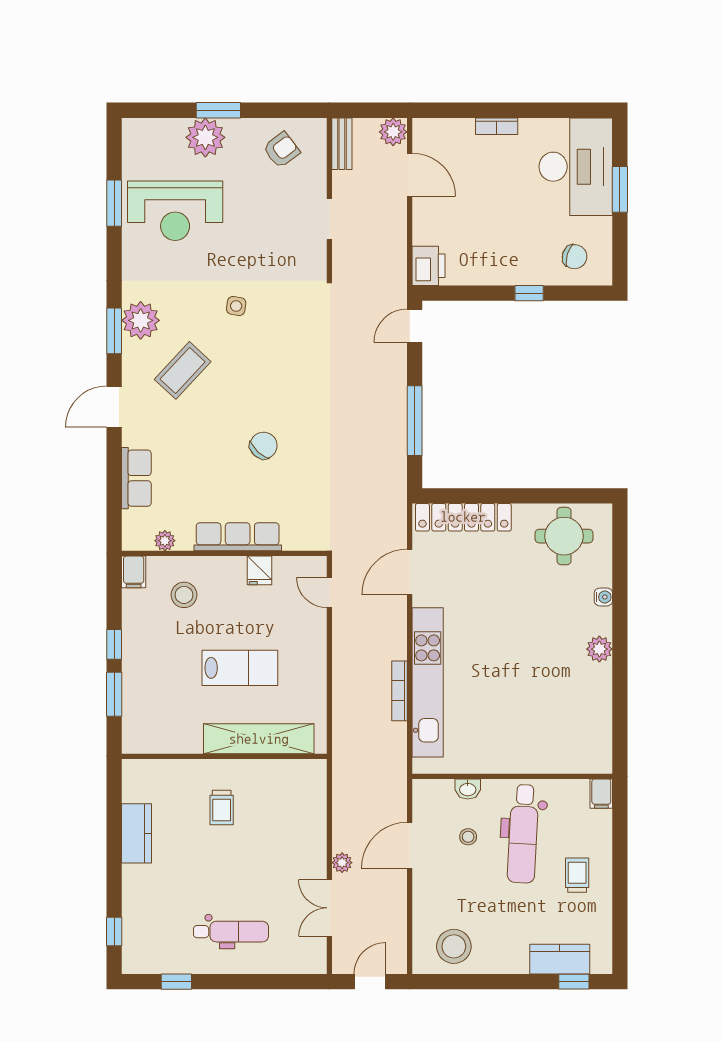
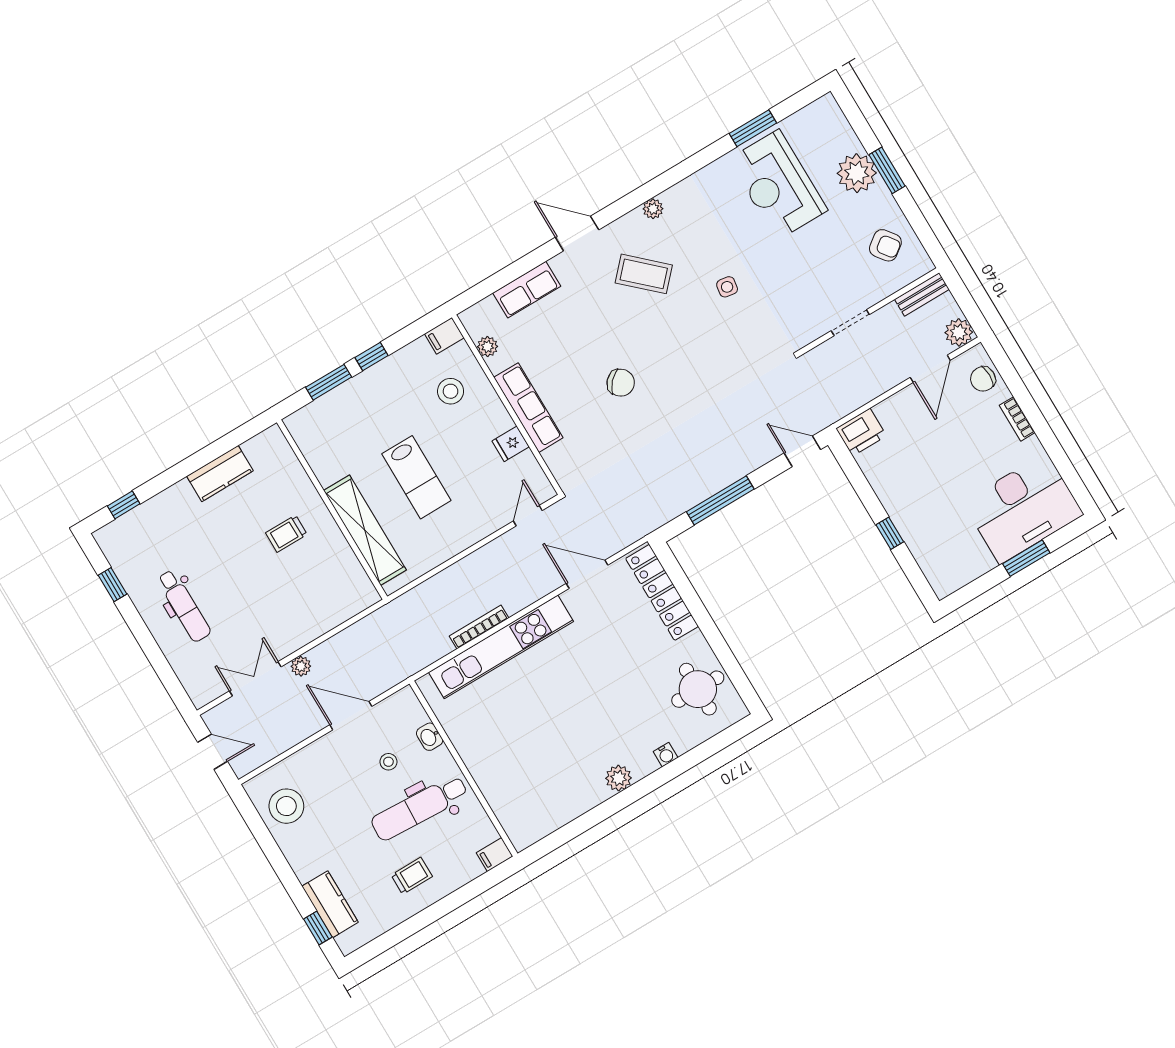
chair: (575, 257) -> (983, 379), moved, turned 73
plant: (141, 320) -> (653, 209), width x0.53, depth x0.53
window: (114, 331) -> (643, 194), removed

